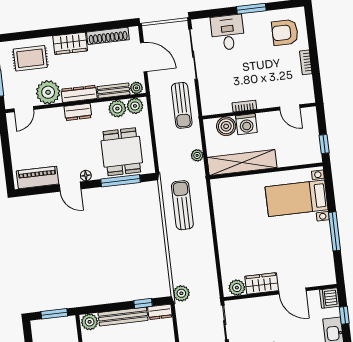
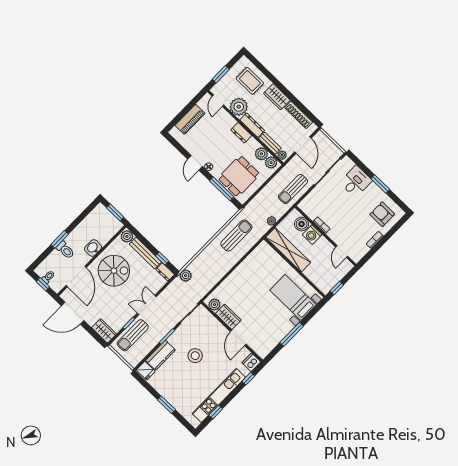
door: (24, 109) -> (218, 101), hinge flipped
piano: (38, 177) -> (190, 119), moved, turned 90

